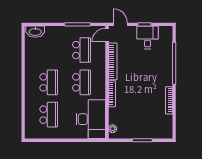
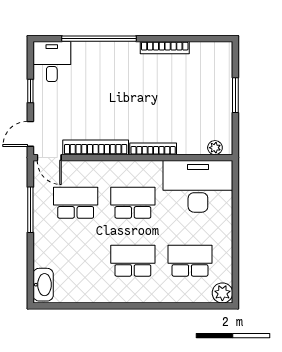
desk: (148, 37) -> (52, 62), moved, turned 90
plant: (30, 133) -> (222, 293), added

